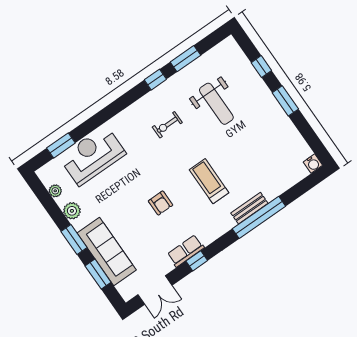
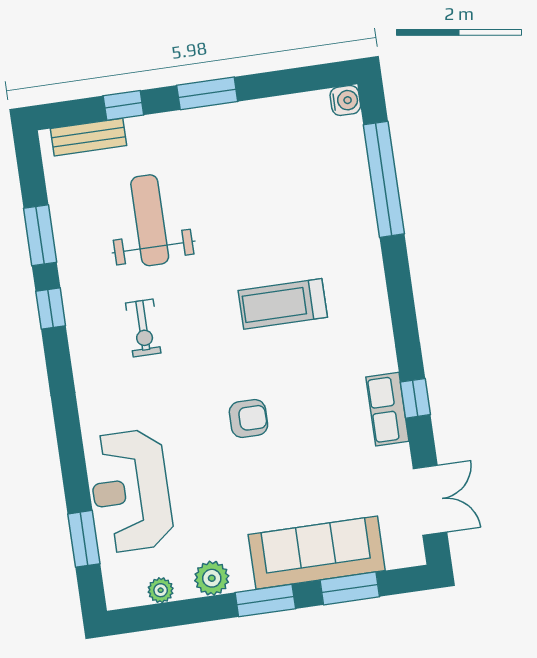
weight bench: (216, 104) -> (150, 220), turned -90
armchair: (160, 203) -> (248, 418), moved
bench: (249, 208) -> (89, 137), moved, turned 90
window: (259, 217) -> (384, 179), moved

